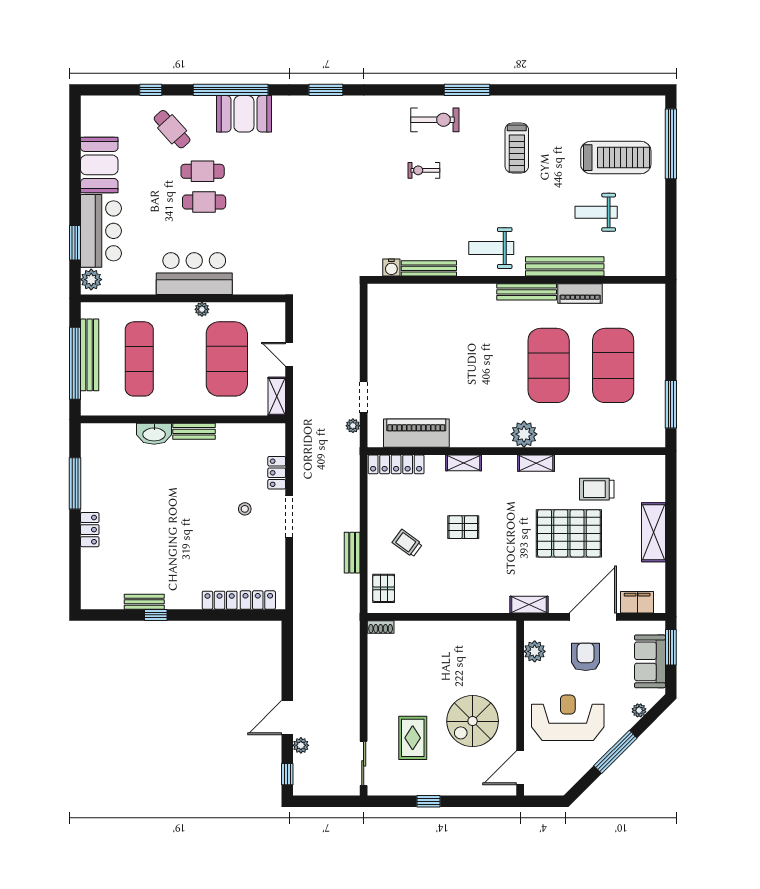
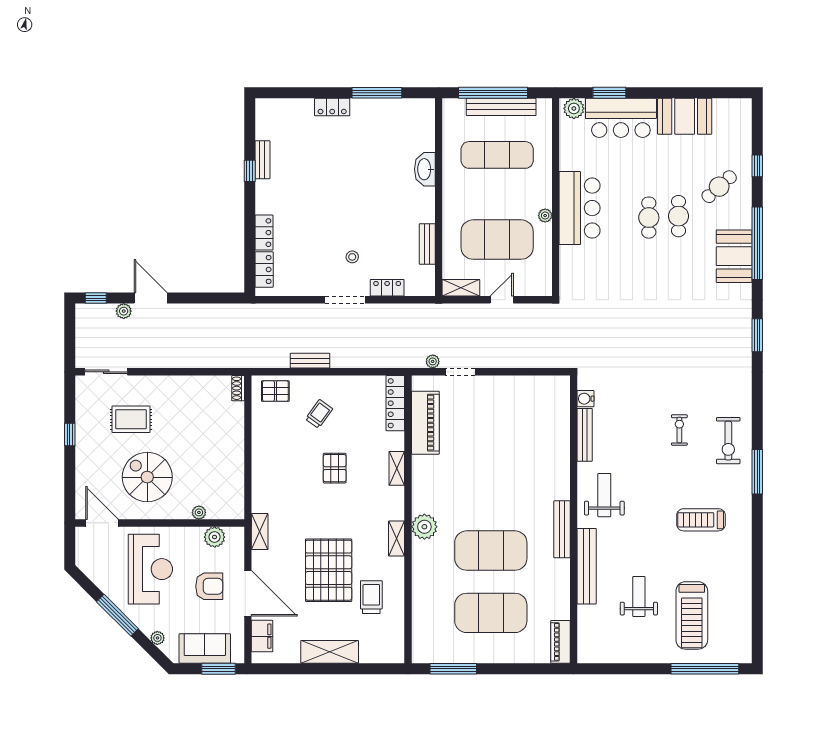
piano: (580, 293) -> (560, 642), moved
bench: (194, 431) -> (427, 244), moved
plant: (509, 668) -> (199, 512), added

